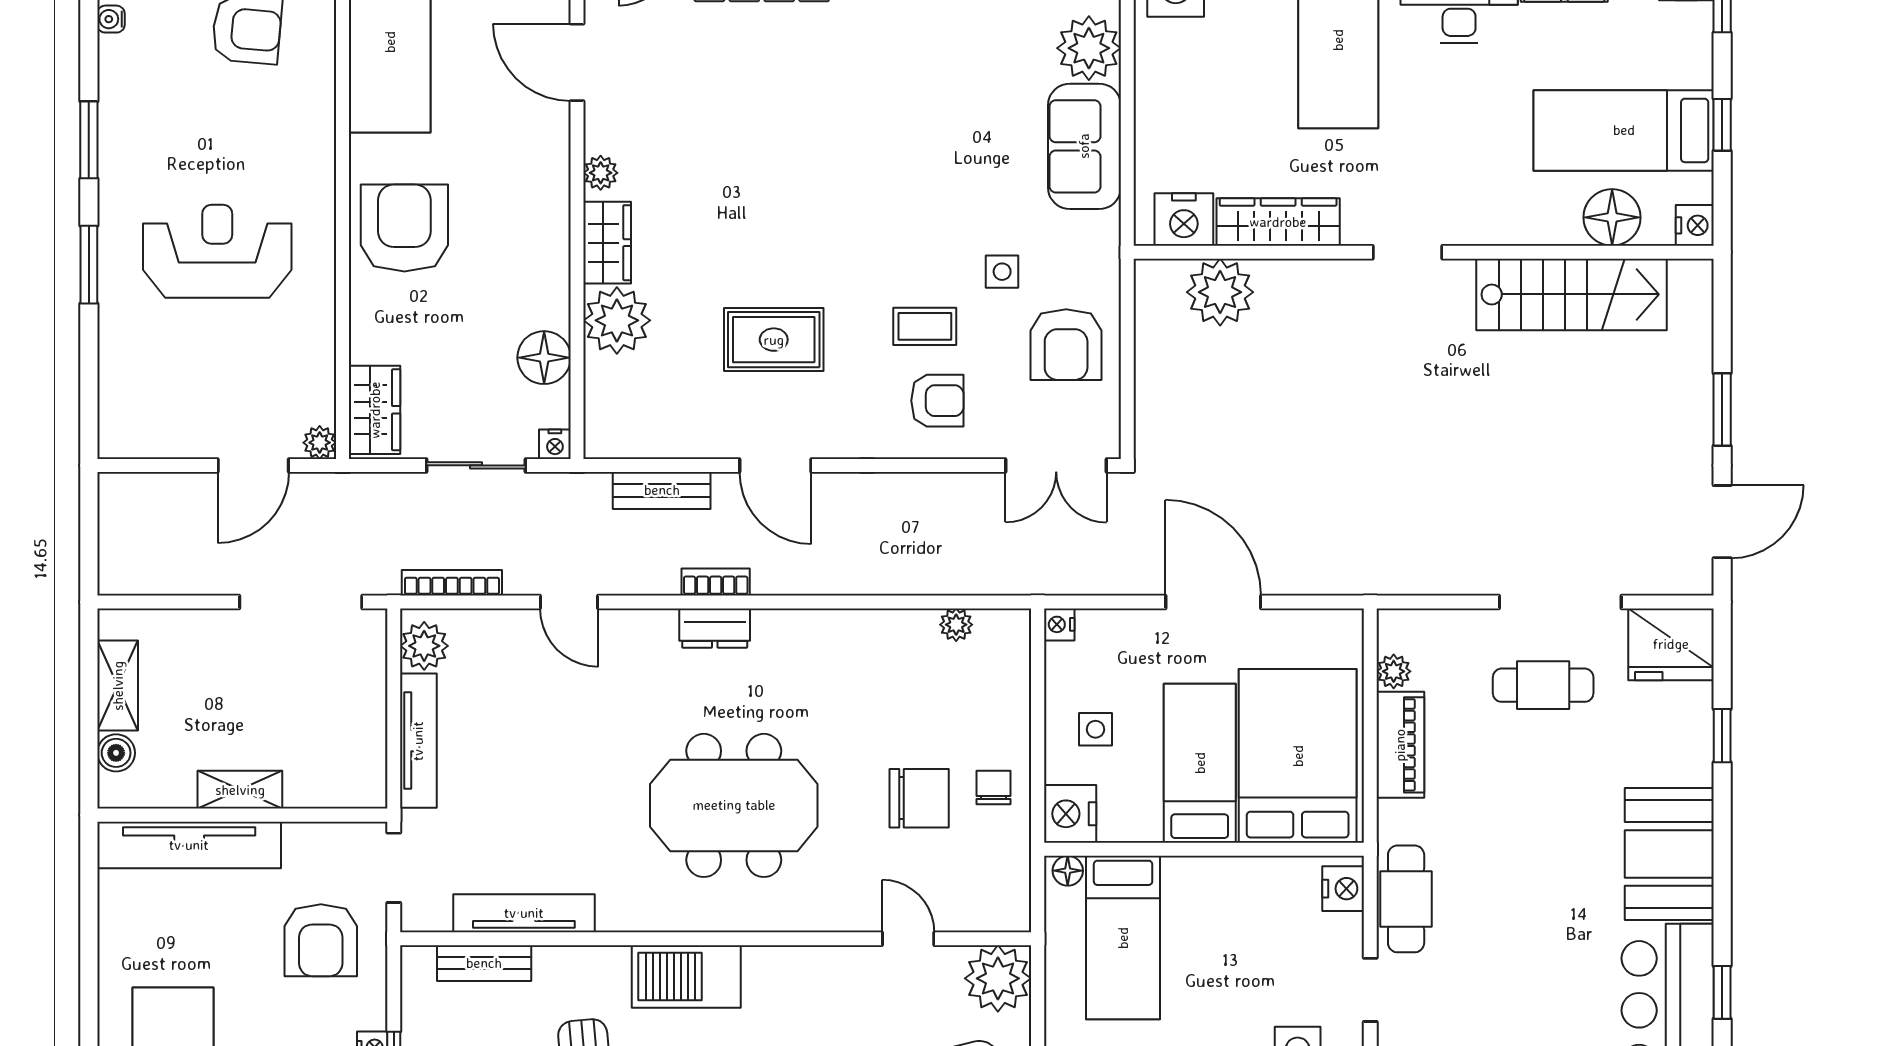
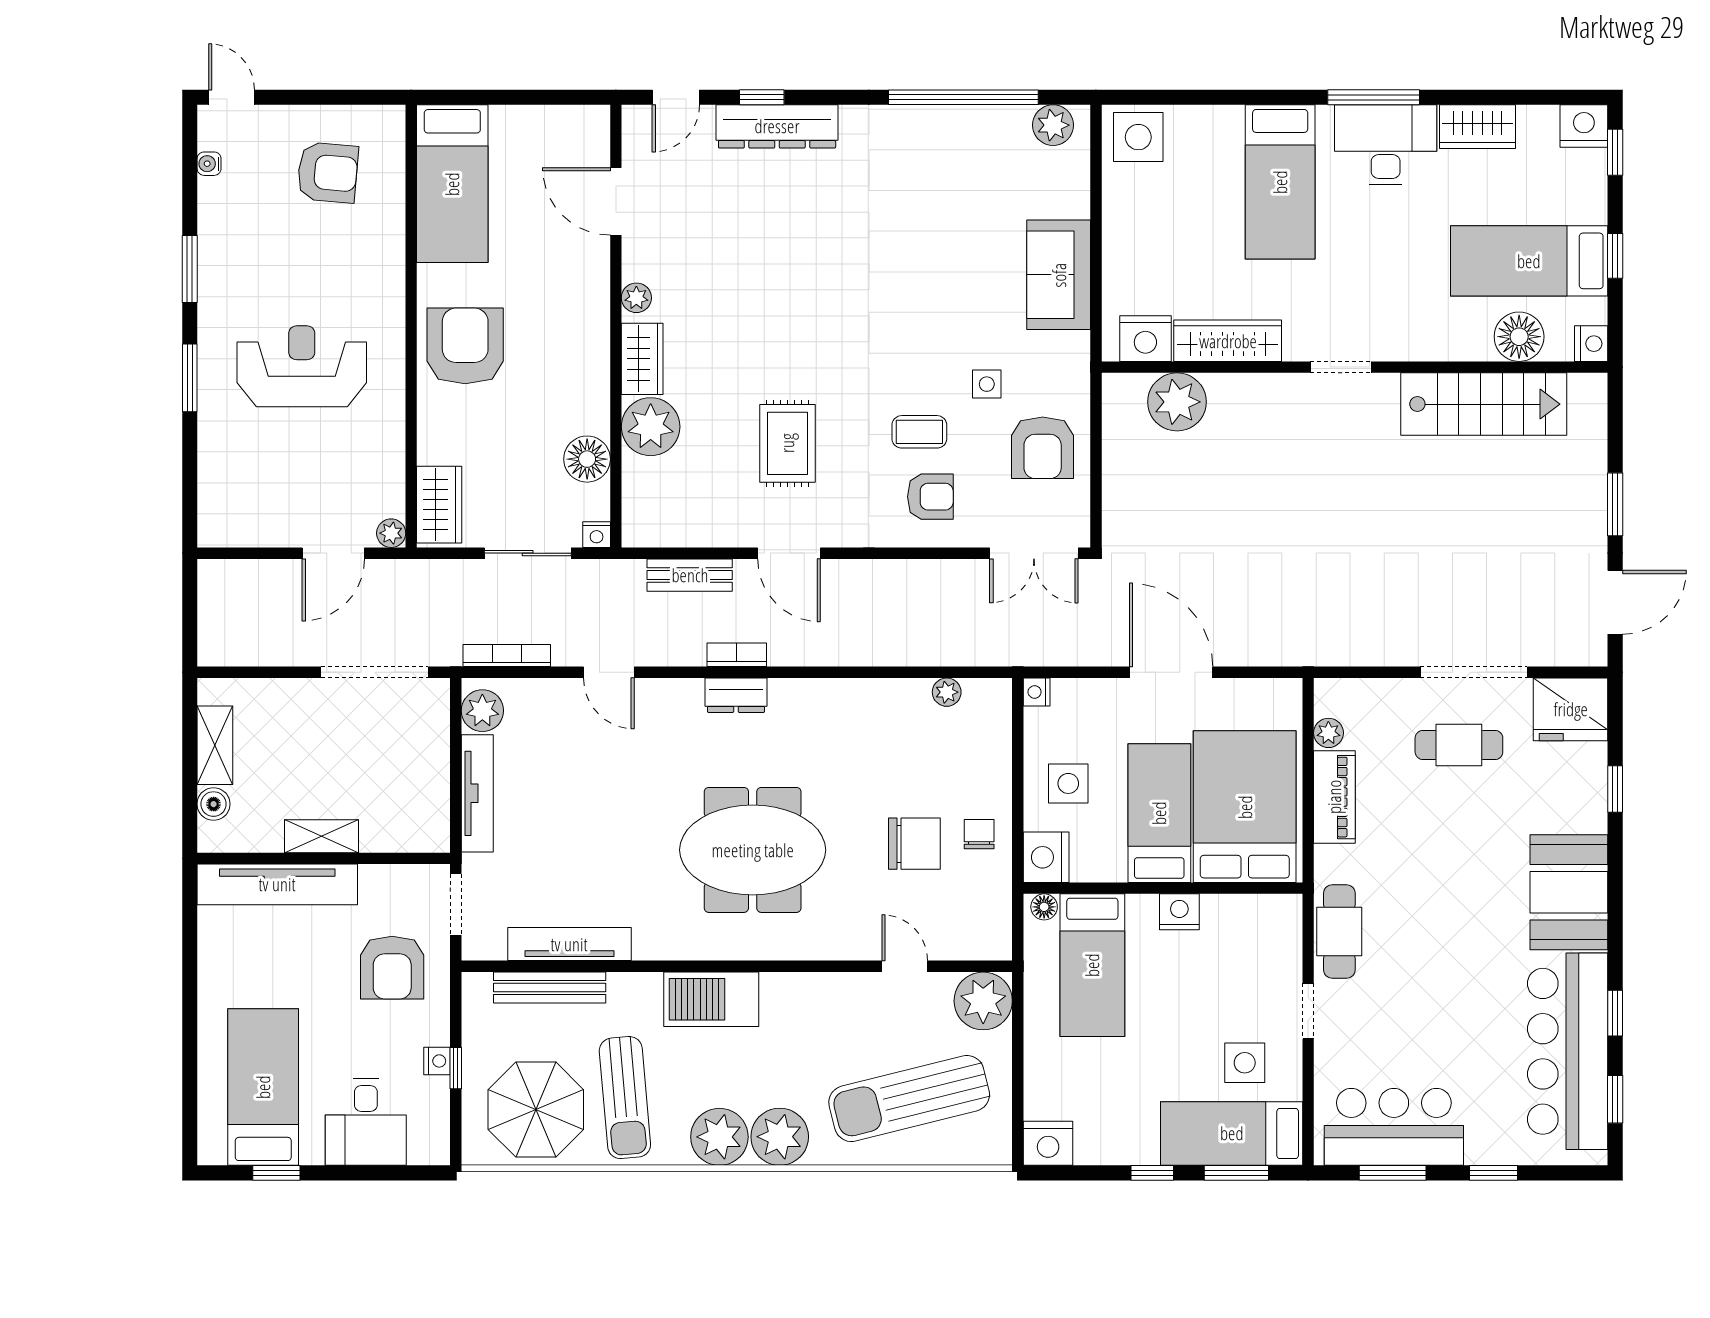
plant: (1089, 48) -> (1062, 189), removed
rug: (774, 340) -> (787, 443), turned 90
side table: (1095, 729) -> (1068, 783), width x1.37, depth x1.37
nightstand: (1343, 889) -> (1179, 912), moved, turned -90
bench: (484, 963) -> (550, 988), width x1.36

